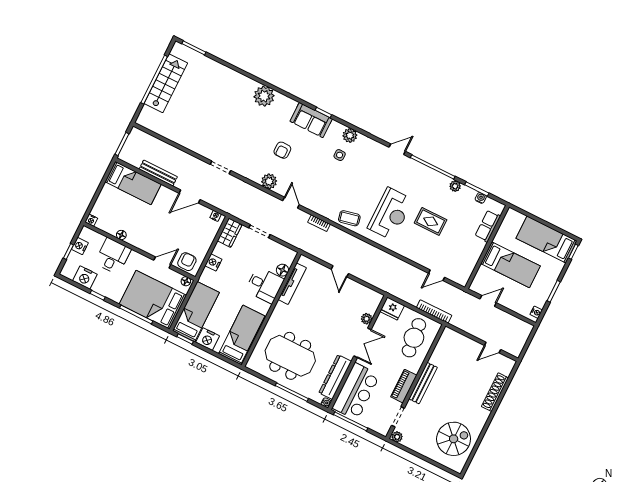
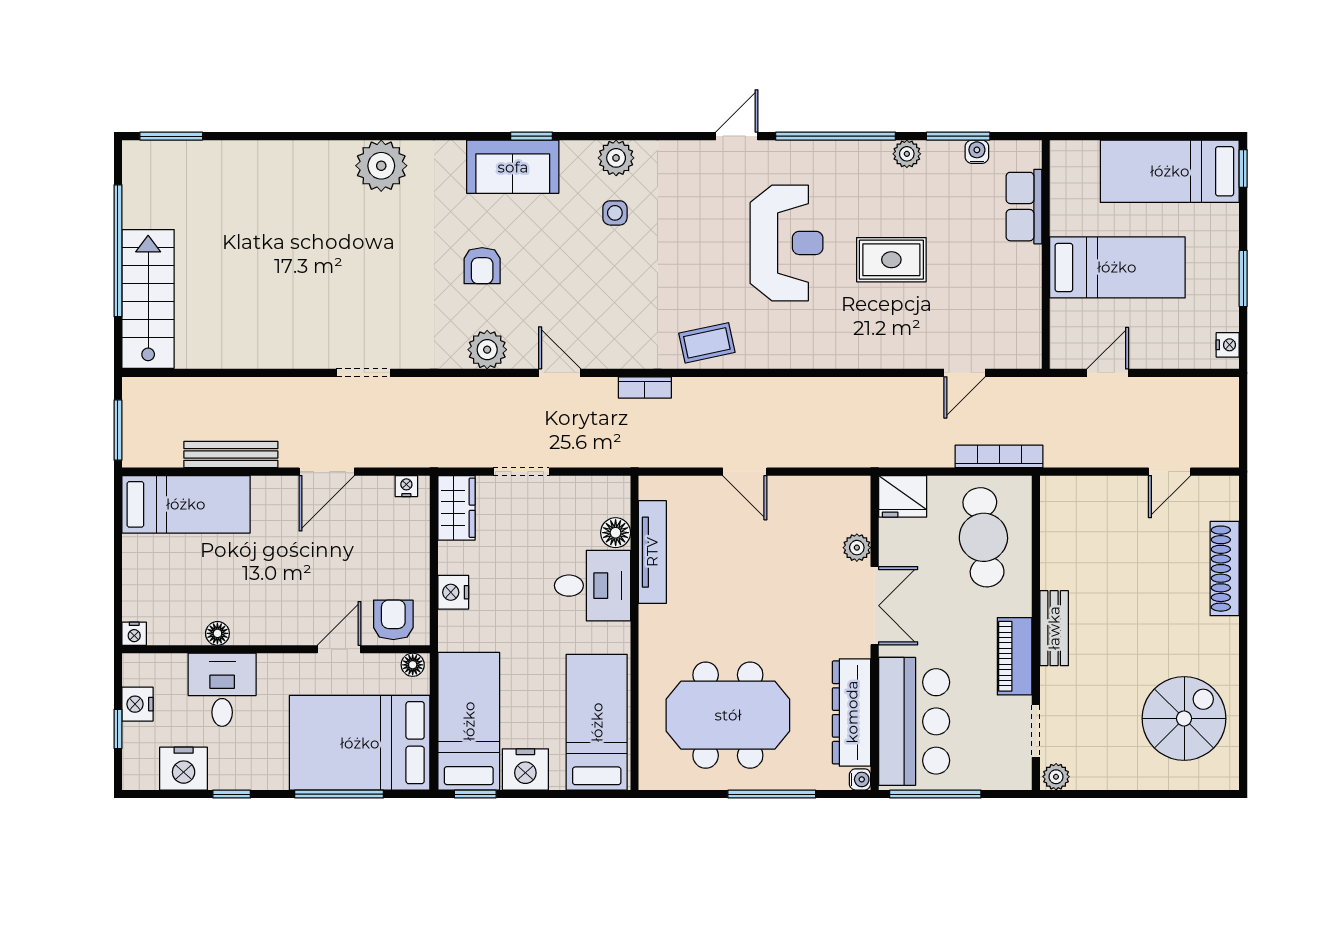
stairs: (166, 83) -> (148, 299), moved
reception desk: (390, 214) -> (786, 243), moved
bench: (423, 383) -> (1054, 628), width x0.73

